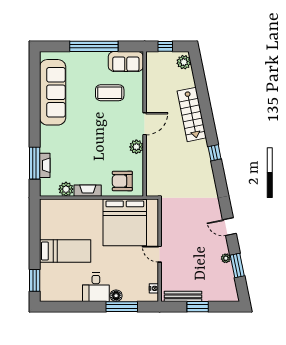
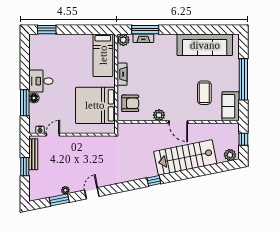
stairs: (192, 114) -> (185, 157), width x1.36, depth x1.51
armchair: (122, 181) -> (130, 103), turned 90
plant: (66, 189) -> (123, 40), moved
bed: (65, 251) -> (103, 55), moved
door: (160, 254) -> (53, 135), moved

